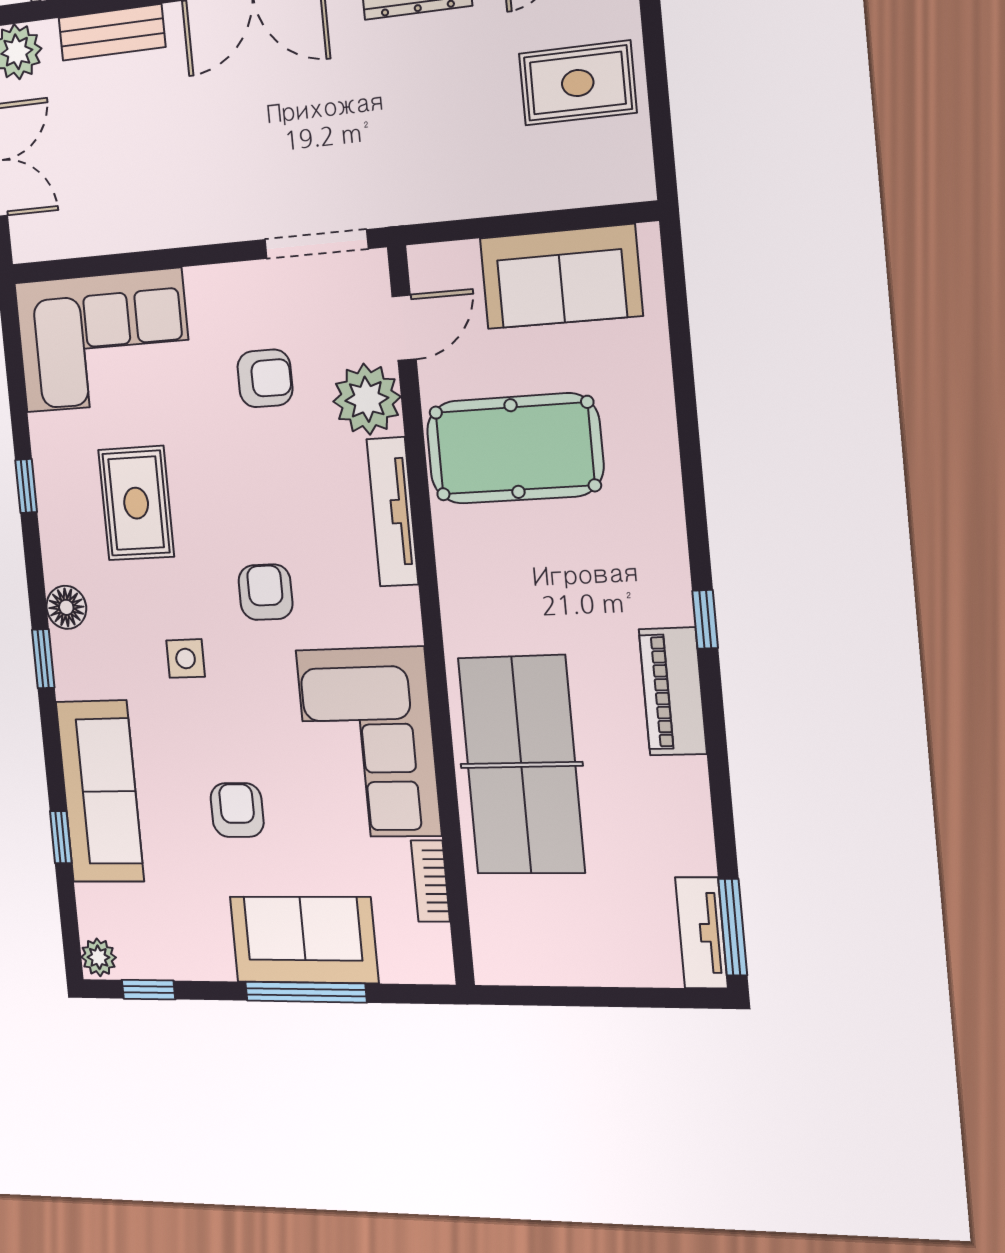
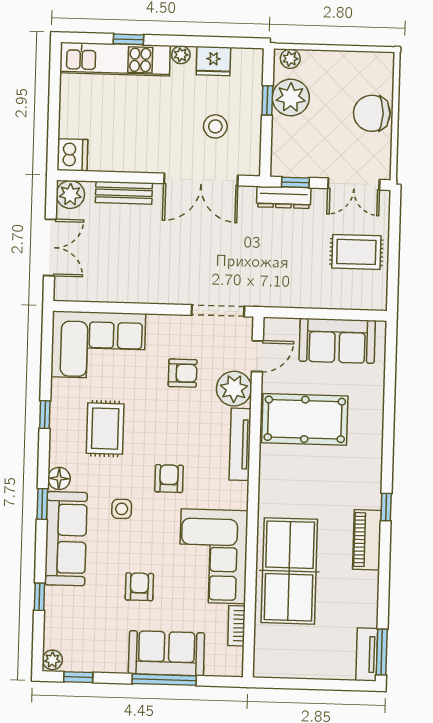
sofa: (100, 791) -> (66, 539), moved

